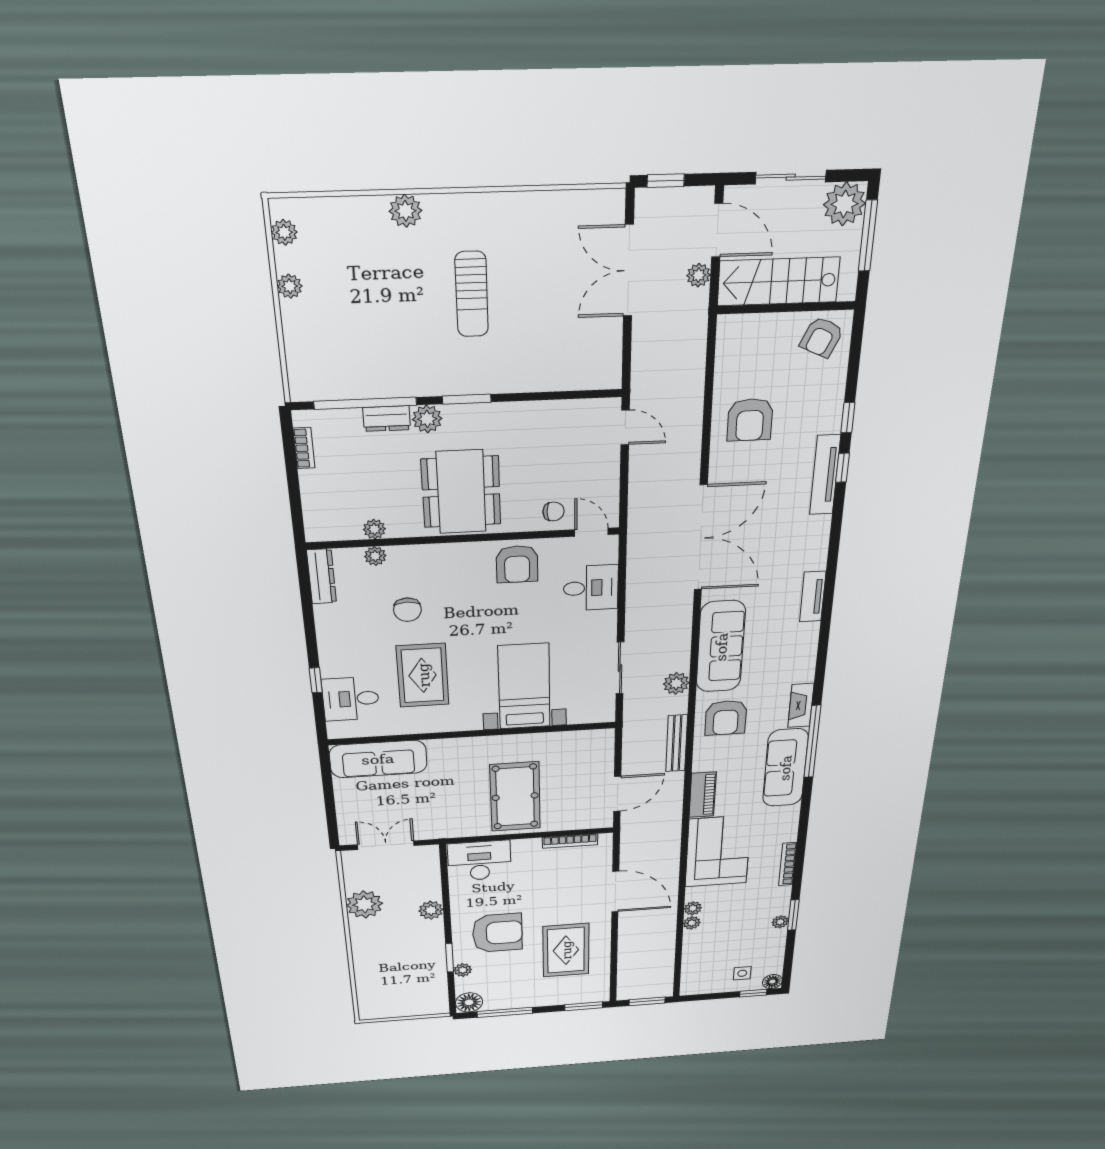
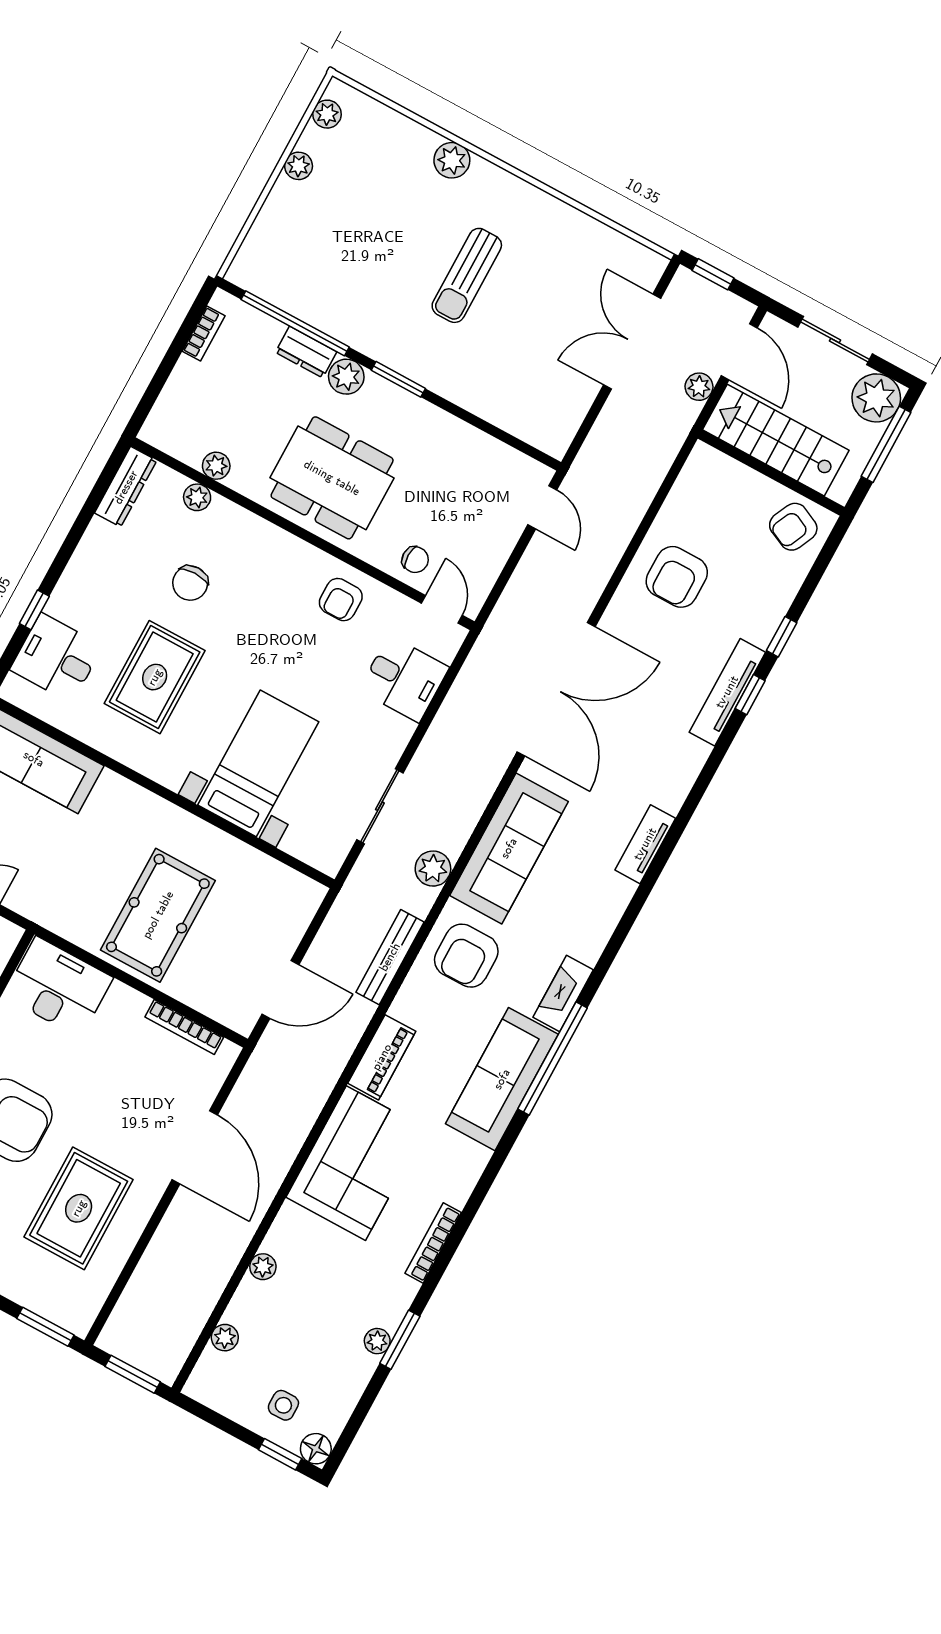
dining table: (461, 492) -> (332, 478), turned 90
armchair: (517, 564) -> (341, 600), width x0.72, depth x0.72
plant: (693, 908) -> (225, 1338), moved

